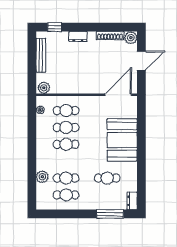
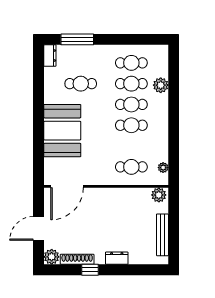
window: (55, 27) -> (90, 270), moved
cafe table: (66, 127) -> (131, 104), moved

